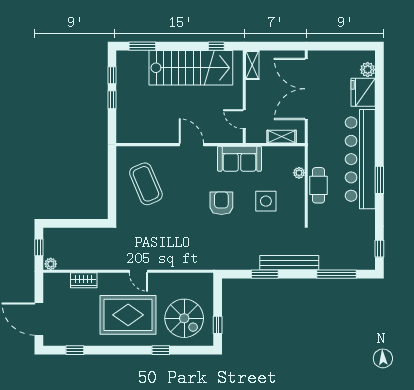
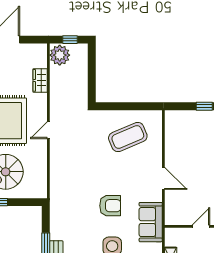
door: (244, 119) -> (201, 226), moved
door: (191, 145) -> (163, 178), hinge flipped
plant: (51, 264) -> (60, 55), width x1.88, depth x1.88

